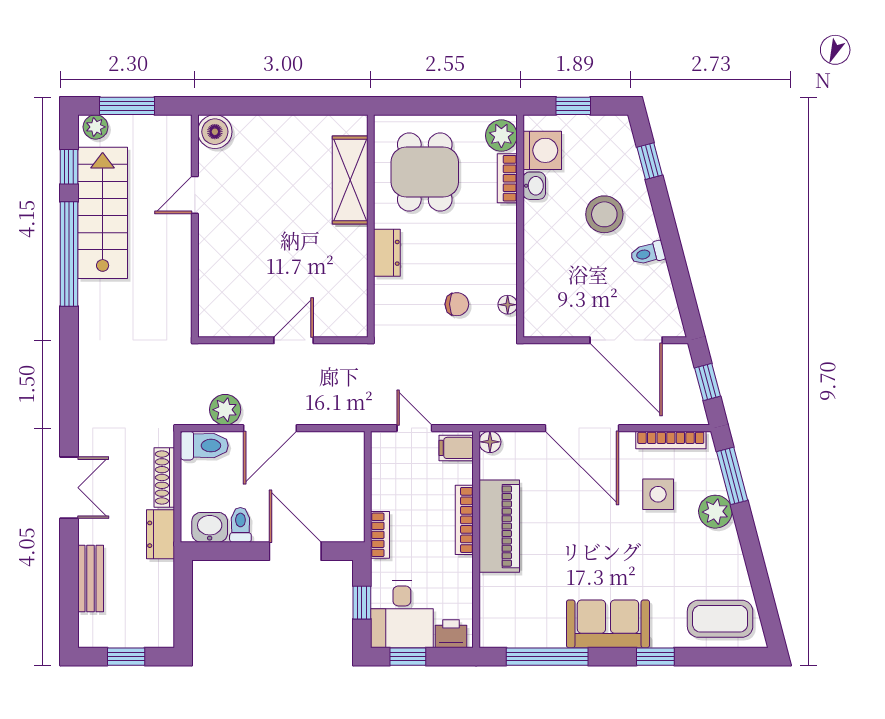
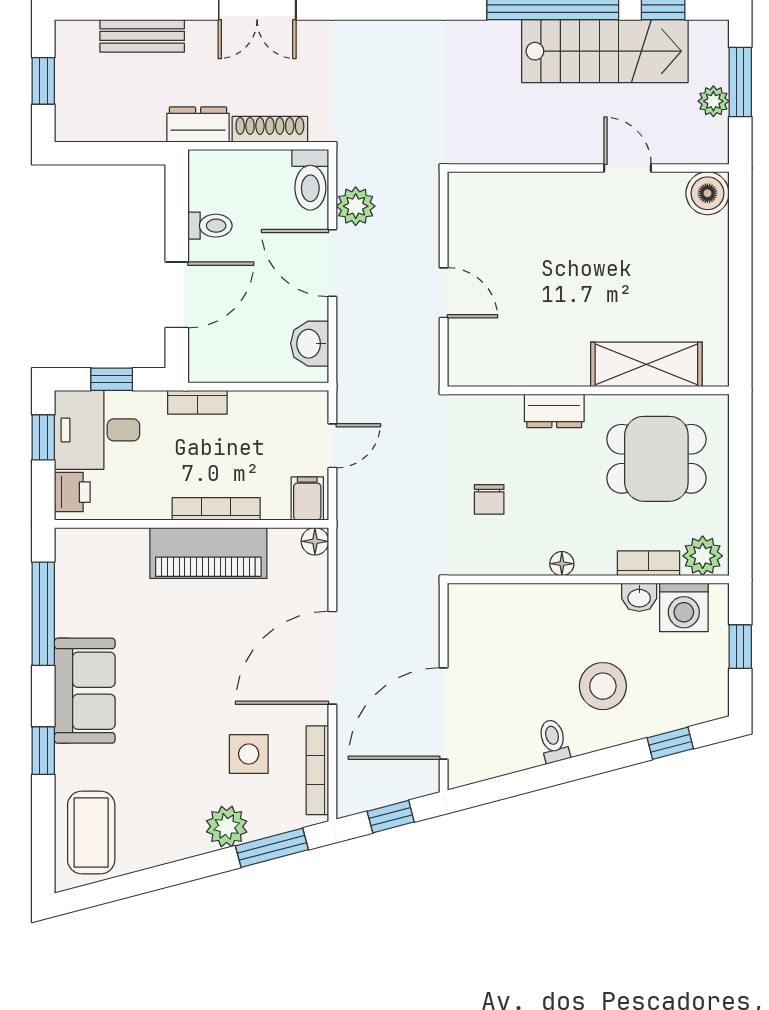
plant: (96, 127) -> (713, 101), moved
floor lamp: (508, 305) -> (562, 564), moved
washbasin: (210, 527) -> (310, 344), moved, turned 180

